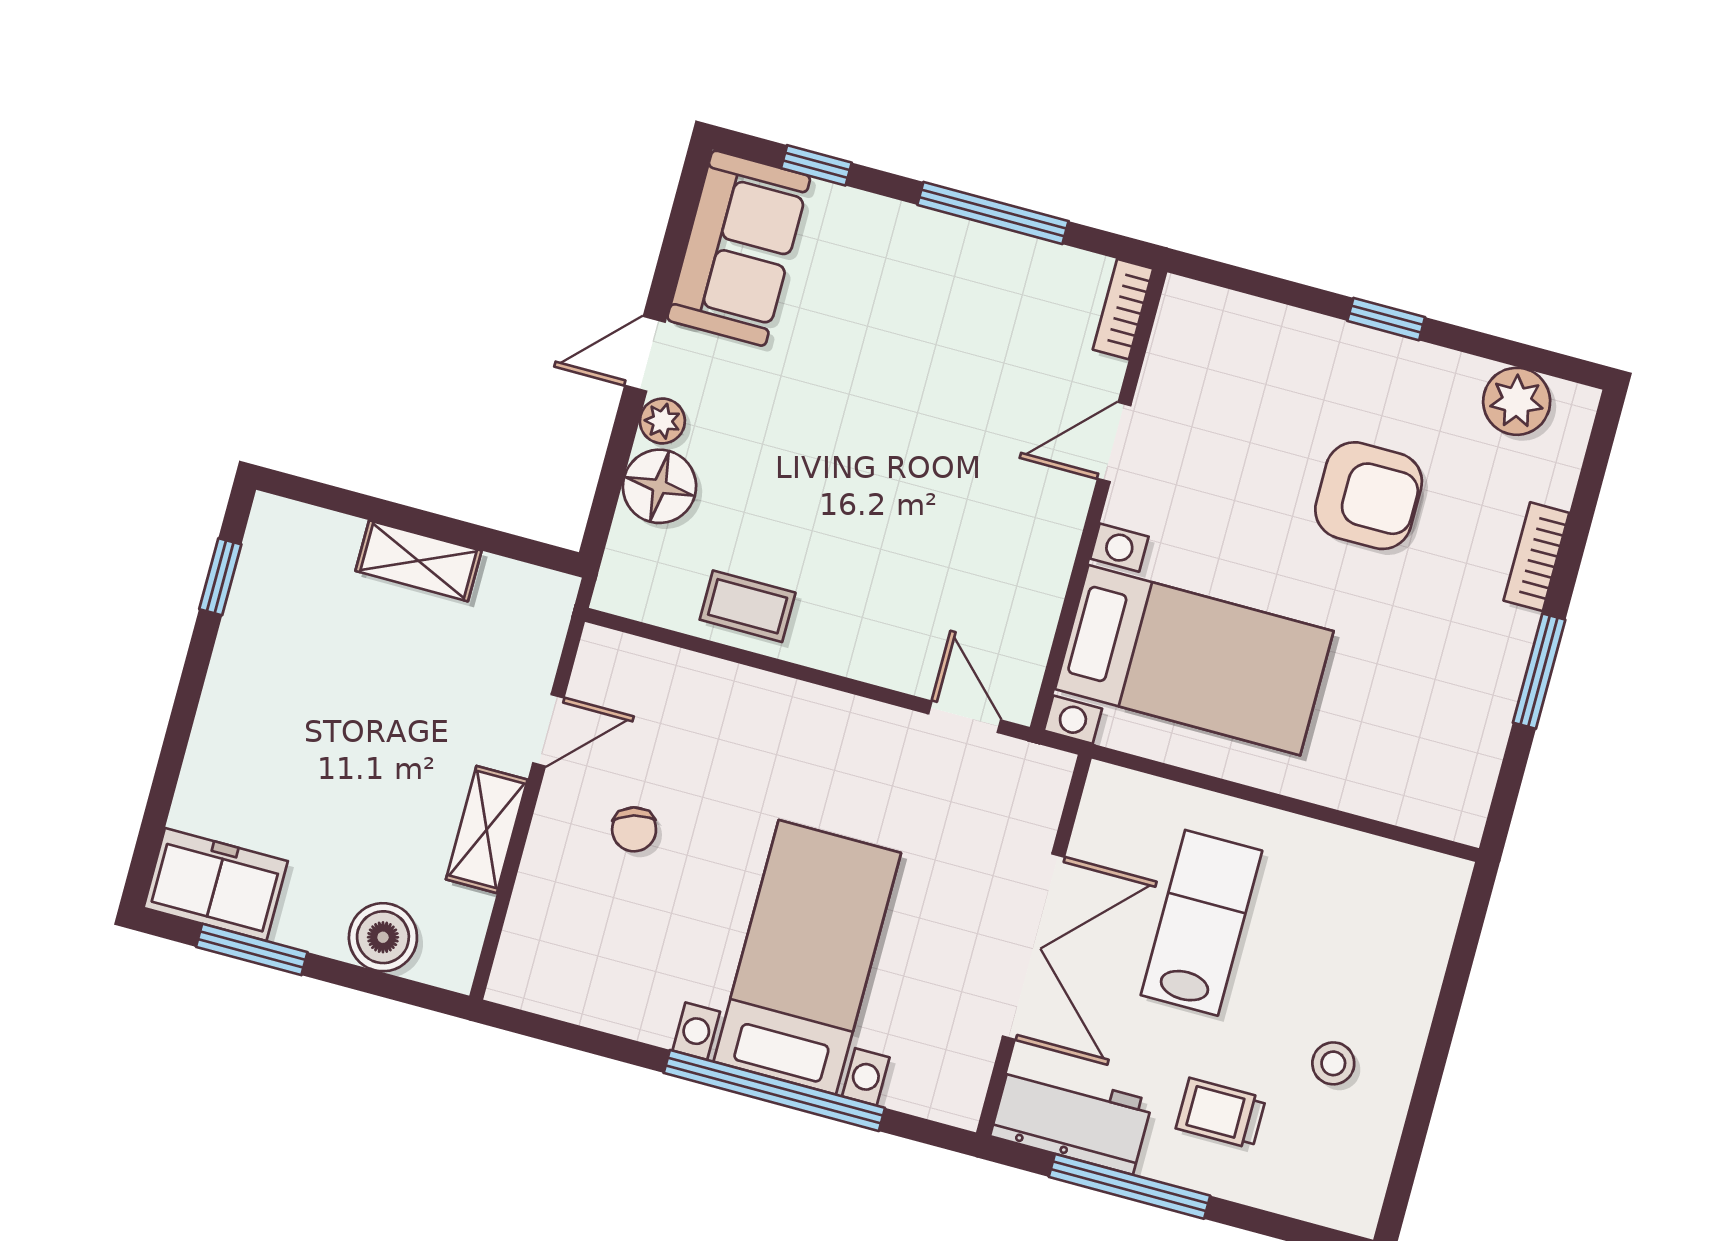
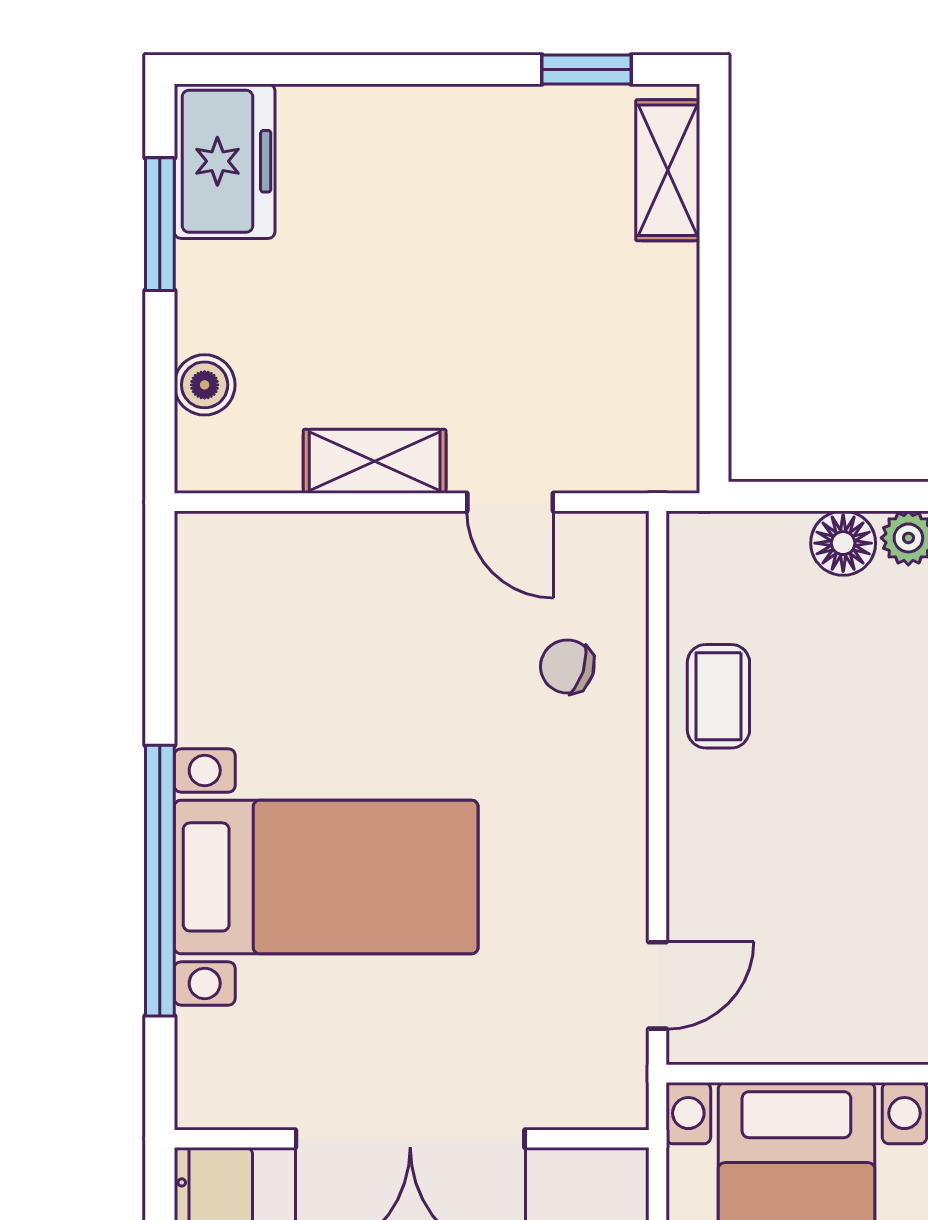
floor lamp: (659, 486) -> (843, 543), width x0.73, depth x0.73
shelving: (419, 561) -> (668, 170), moved
chair: (634, 829) -> (567, 666), moved, turned 34
boiler: (383, 937) -> (205, 385), width x0.73, depth x0.73

